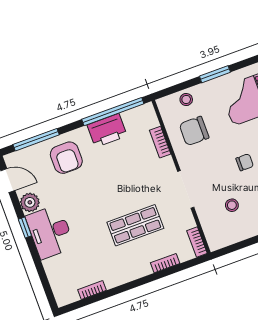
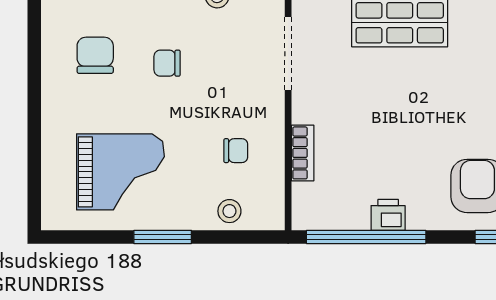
printer: (107, 130) -> (388, 215), width x0.53, depth x0.68
chair: (194, 131) -> (236, 151), width x0.54, depth x0.54

